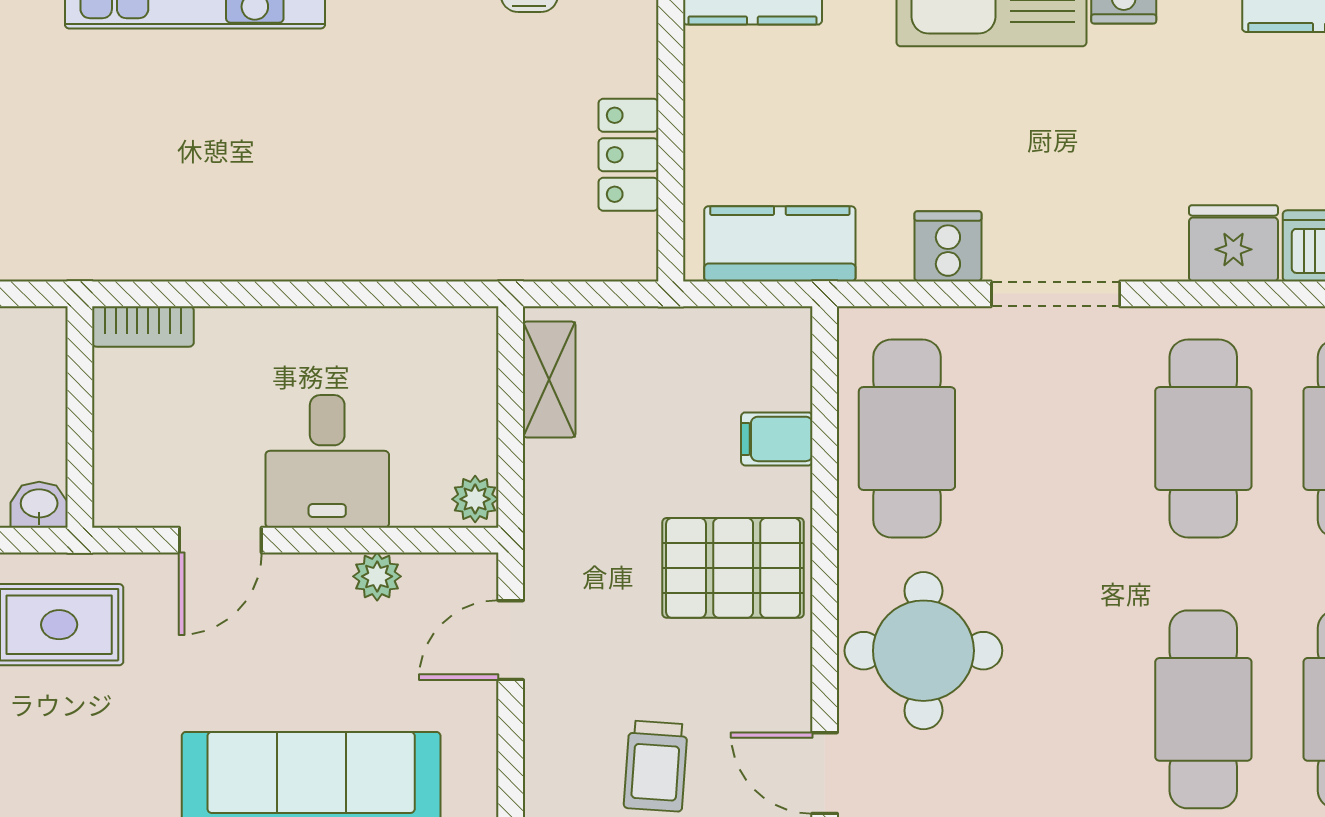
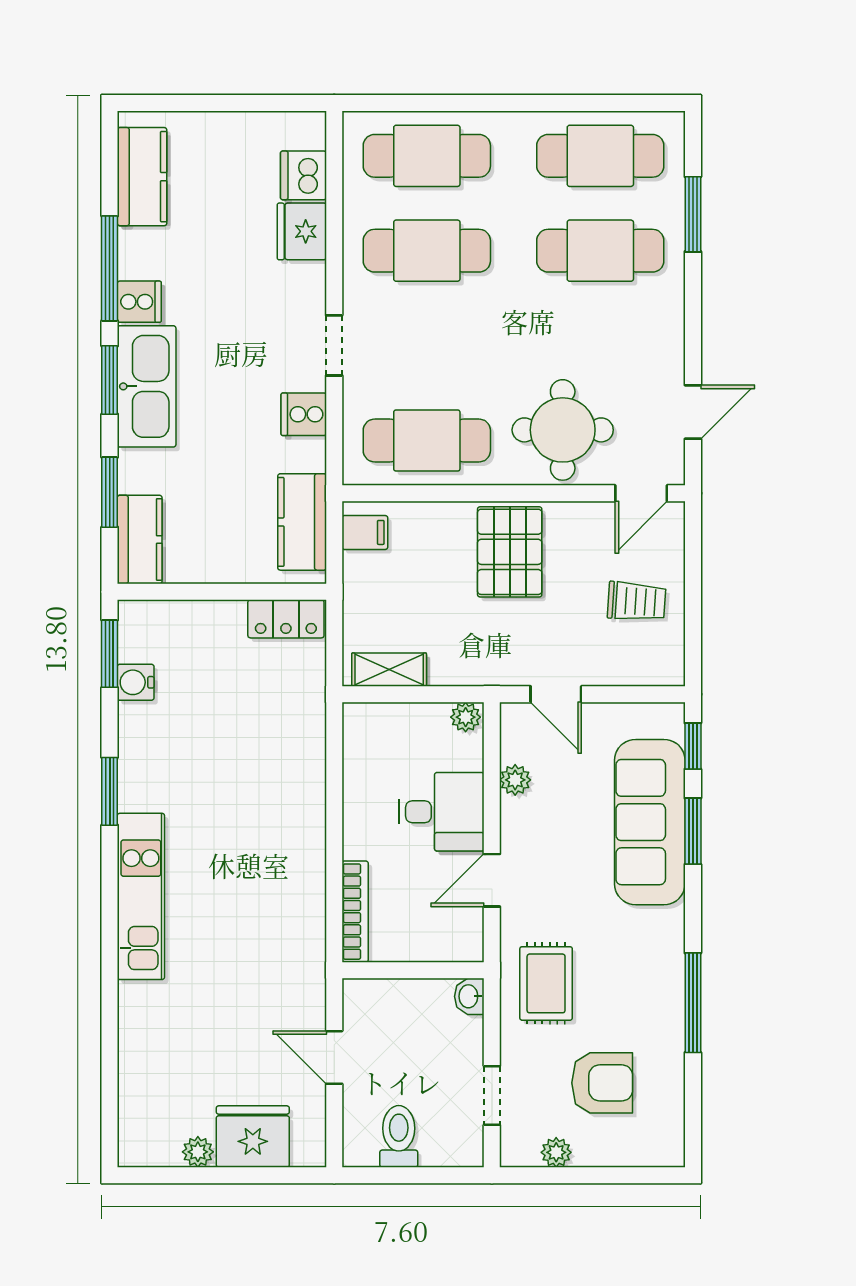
locker: (628, 155) -> (286, 619), moved
doorway: (1056, 294) -> (334, 345), width x0.73
bookcase: (143, 326) -> (355, 912), width x1.56
filing cabinet: (777, 439) -> (365, 532), moved, turned -90
door: (220, 540) -> (492, 880), swing flipped

